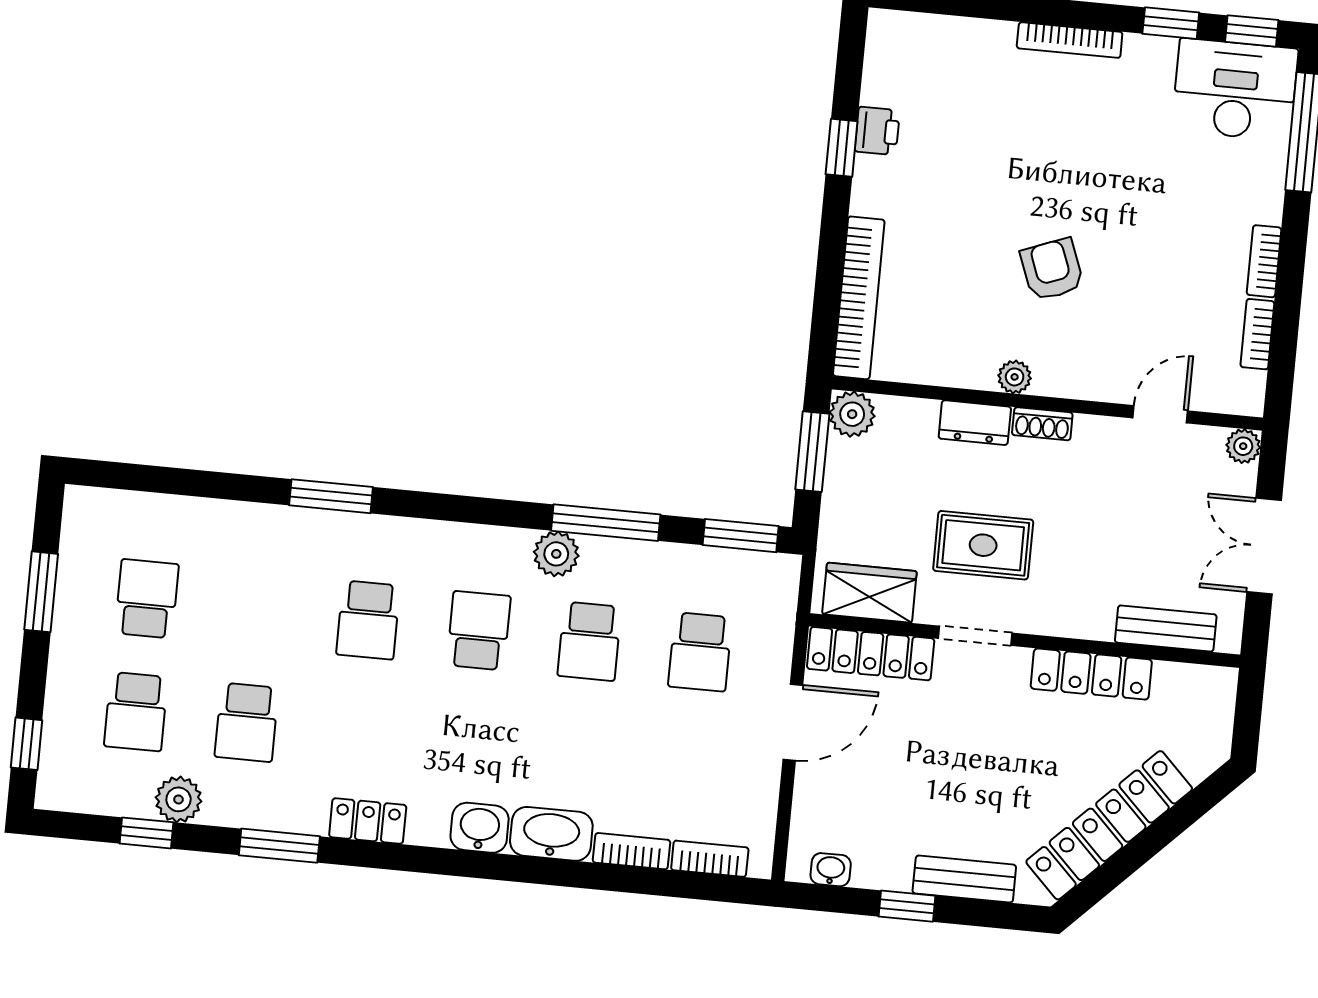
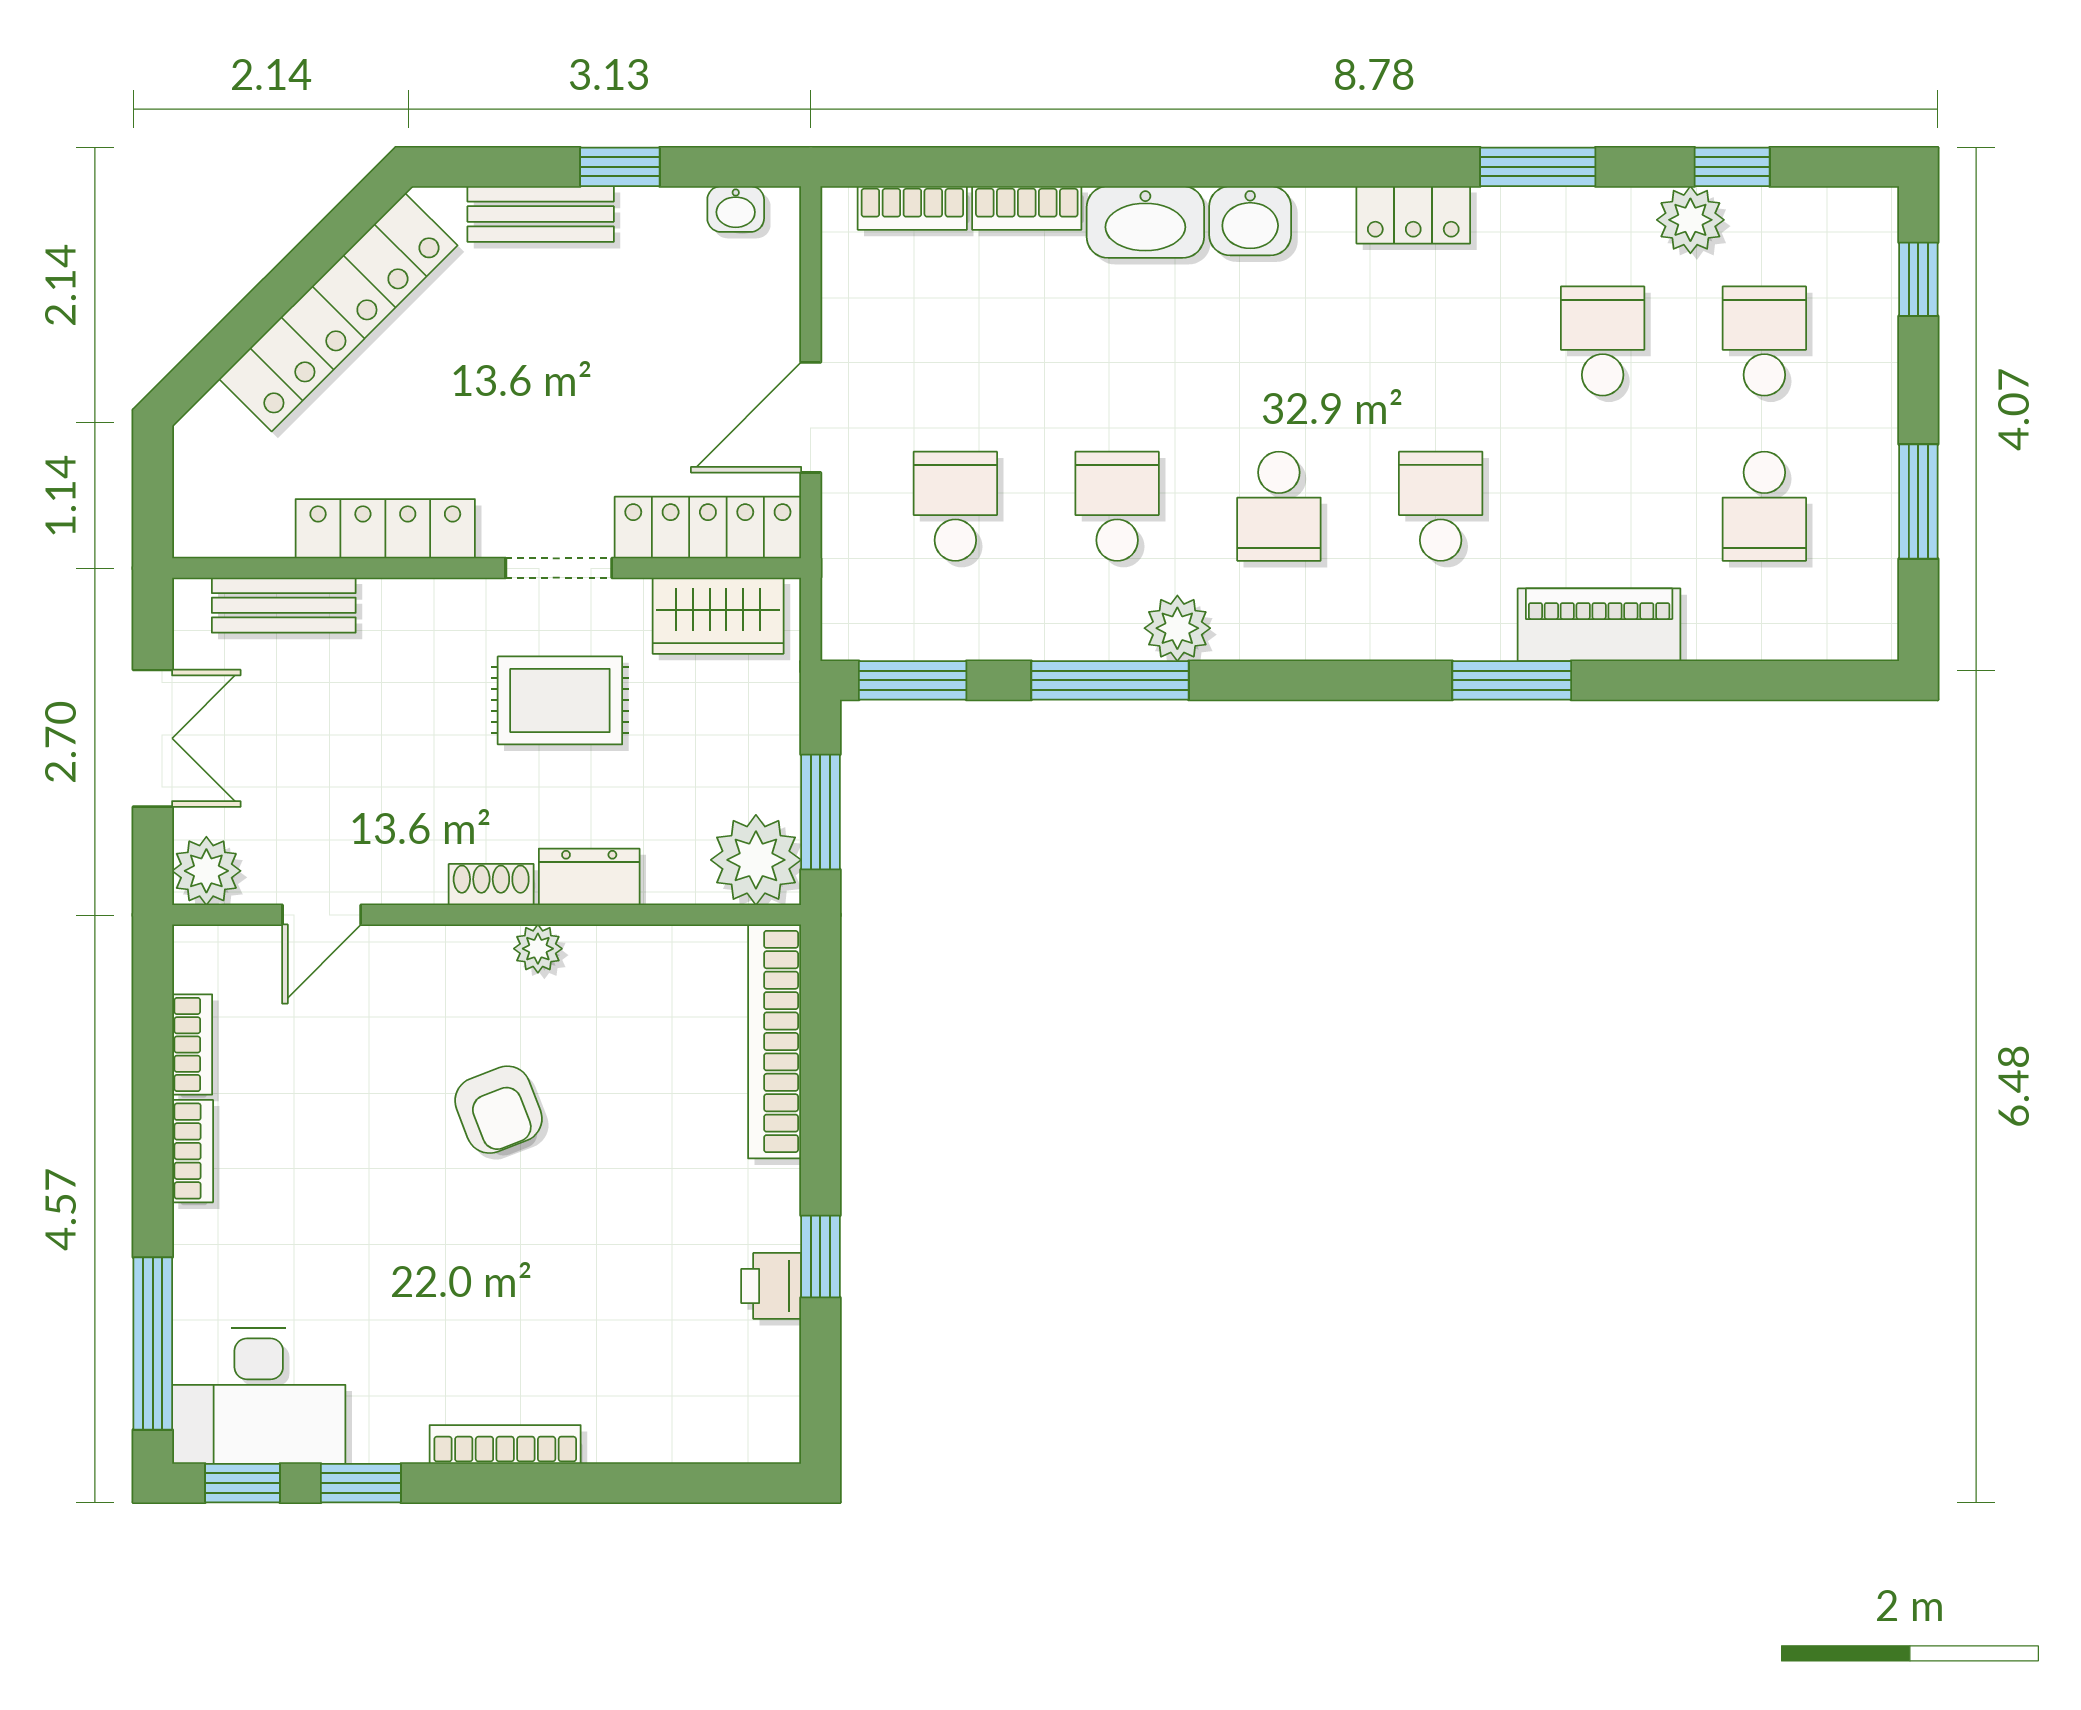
plant: (852, 414) -> (756, 860), width x1.36, depth x1.36
plant: (1243, 446) -> (206, 871), width x1.38, depth x1.38
piano: (268, 528) -> (1599, 625), added

